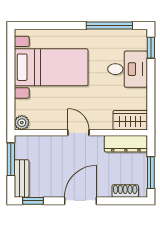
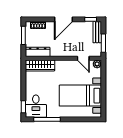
desk: (128, 69) -> (36, 106), moved, turned -90
wardrobe: (130, 120) -> (40, 65), width x1.50
door: (78, 133) -> (83, 58), moved

